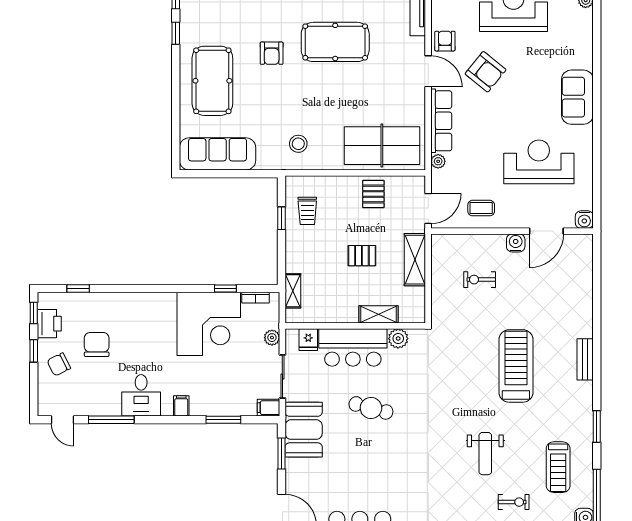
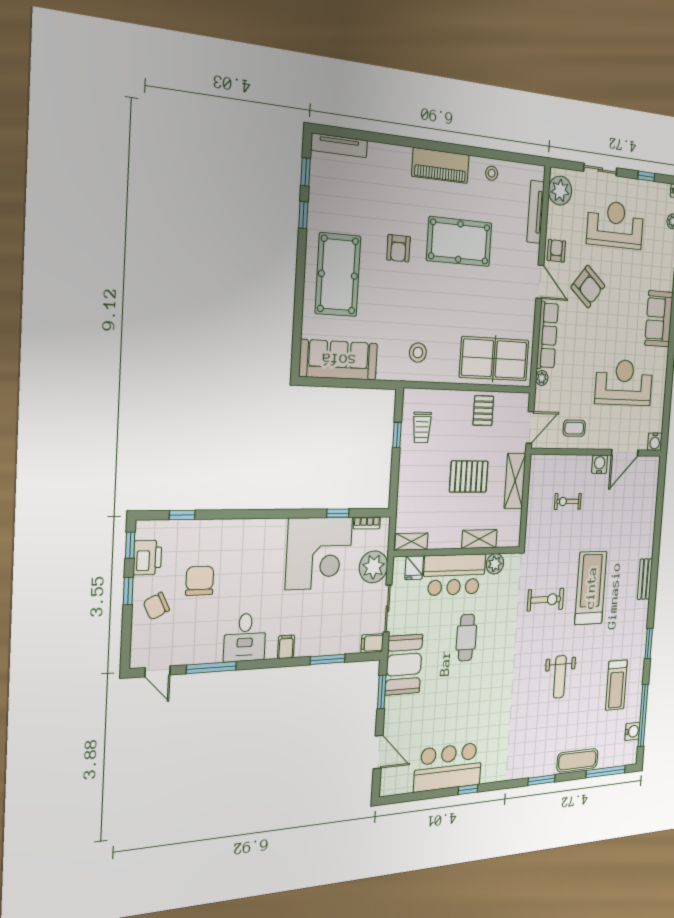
pallet: (362, 256) -> (469, 477), width x1.50, depth x1.42
shelving: (293, 291) -> (411, 542), moved, turned 90
plant: (272, 338) -> (374, 567), width x1.87, depth x1.87
cafe table: (371, 408) -> (466, 638), turned 75
exercise bike: (514, 502) -> (546, 600), moved, width x1.38, depth x1.39

